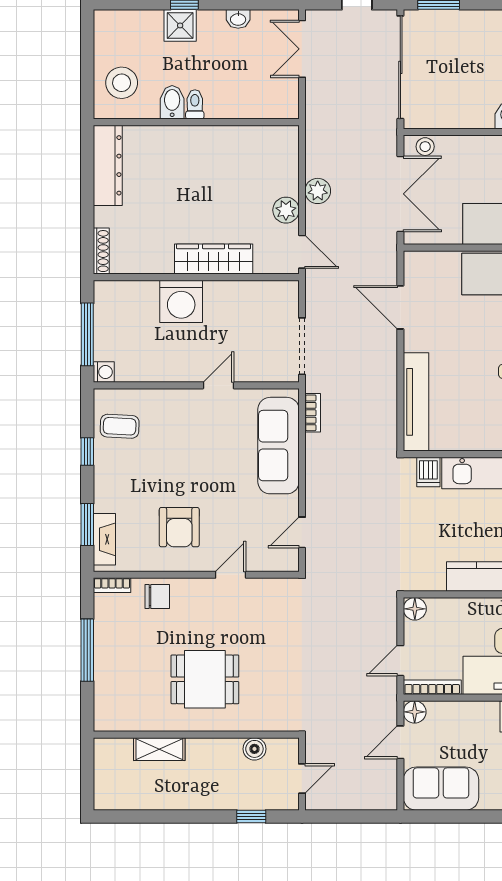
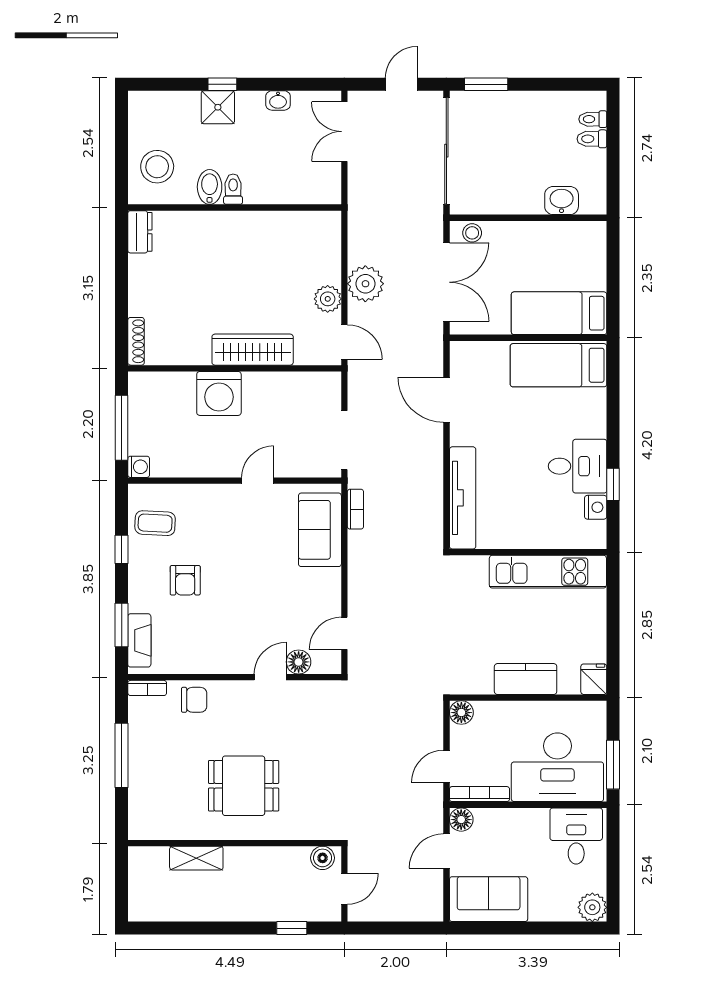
dresser: (108, 165) -> (140, 232), width x0.51, depth x0.80
plant: (318, 191) -> (365, 284), width x1.36, depth x1.36
sofa: (278, 446) -> (320, 530), width x0.73
dishwasher: (428, 472) -> (475, 571), removed
armchair: (179, 527) -> (185, 580), moved, width x0.72, depth x0.72
floor lamp: (258, 560) -> (299, 662), added
boiler: (254, 749) -> (323, 858), moved

